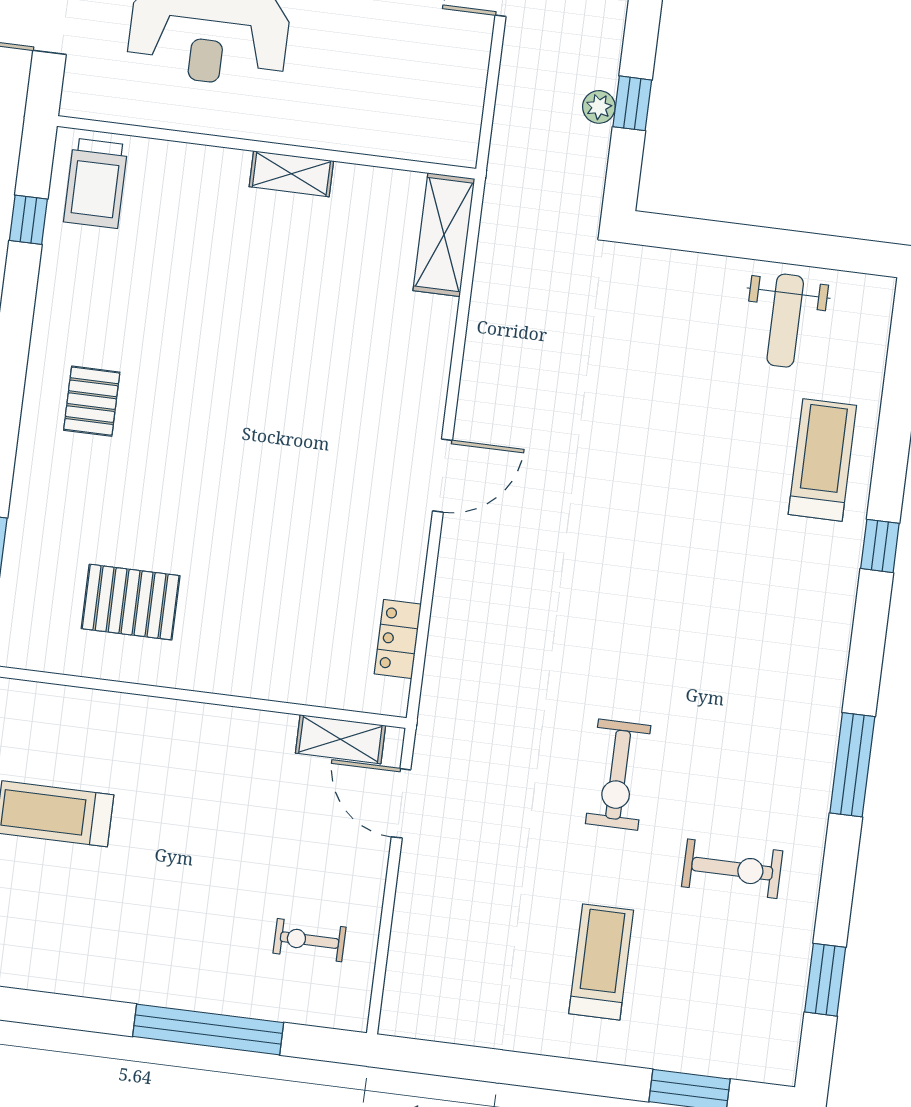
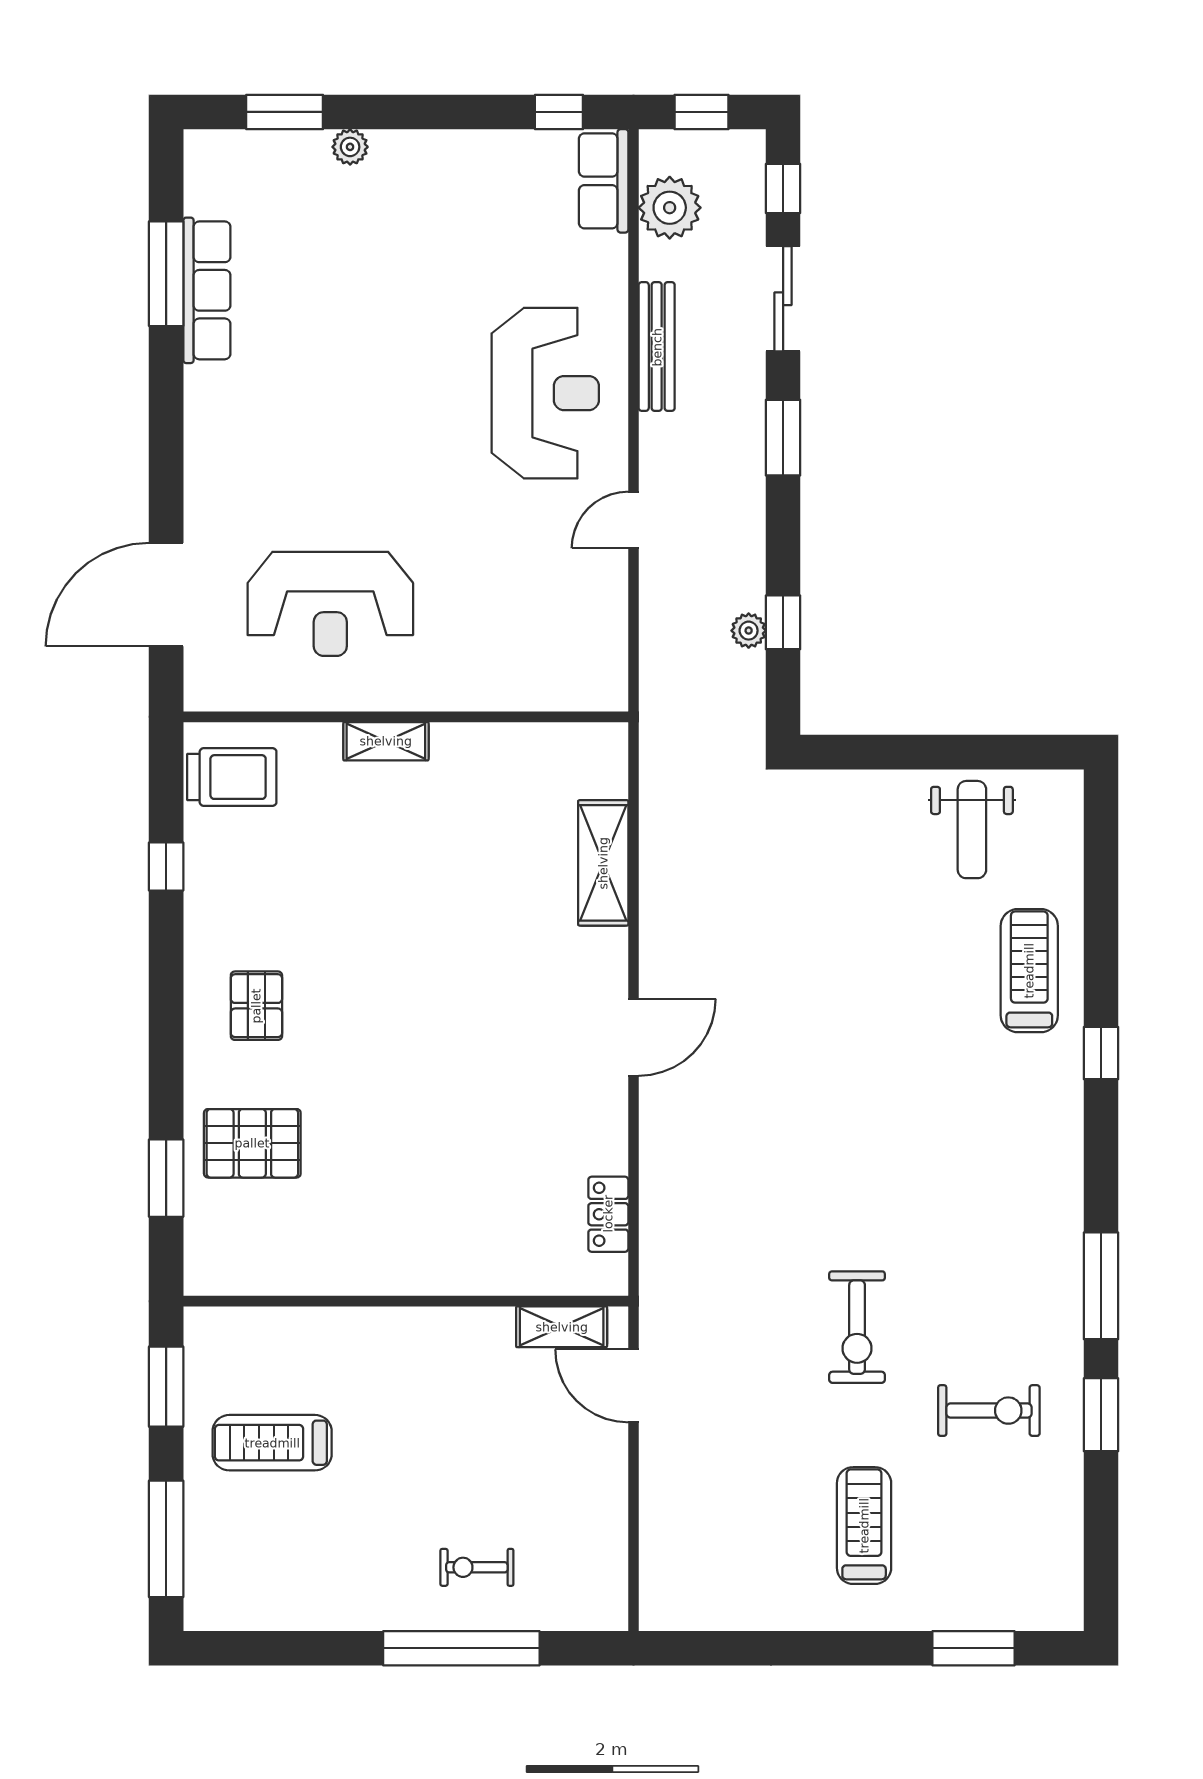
shelving: (291, 174) -> (386, 741), moved
trolley: (96, 183) -> (232, 777), turned -90
window: (28, 220) -> (166, 867), moved
shelving: (444, 235) -> (603, 863), moved
pallet: (131, 602) -> (252, 1143), moved
exercise bike: (309, 940) -> (477, 1567), moved
window: (825, 980) -> (1101, 1415), moved

